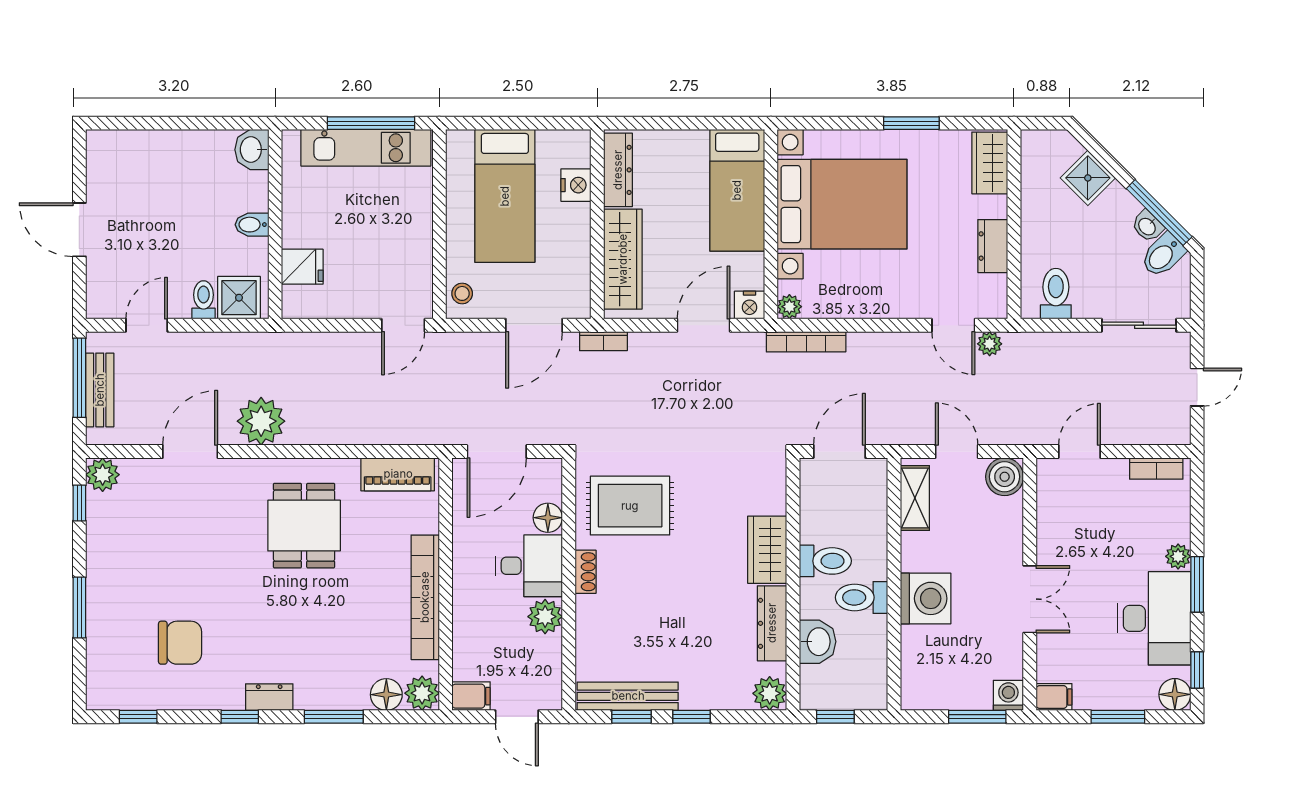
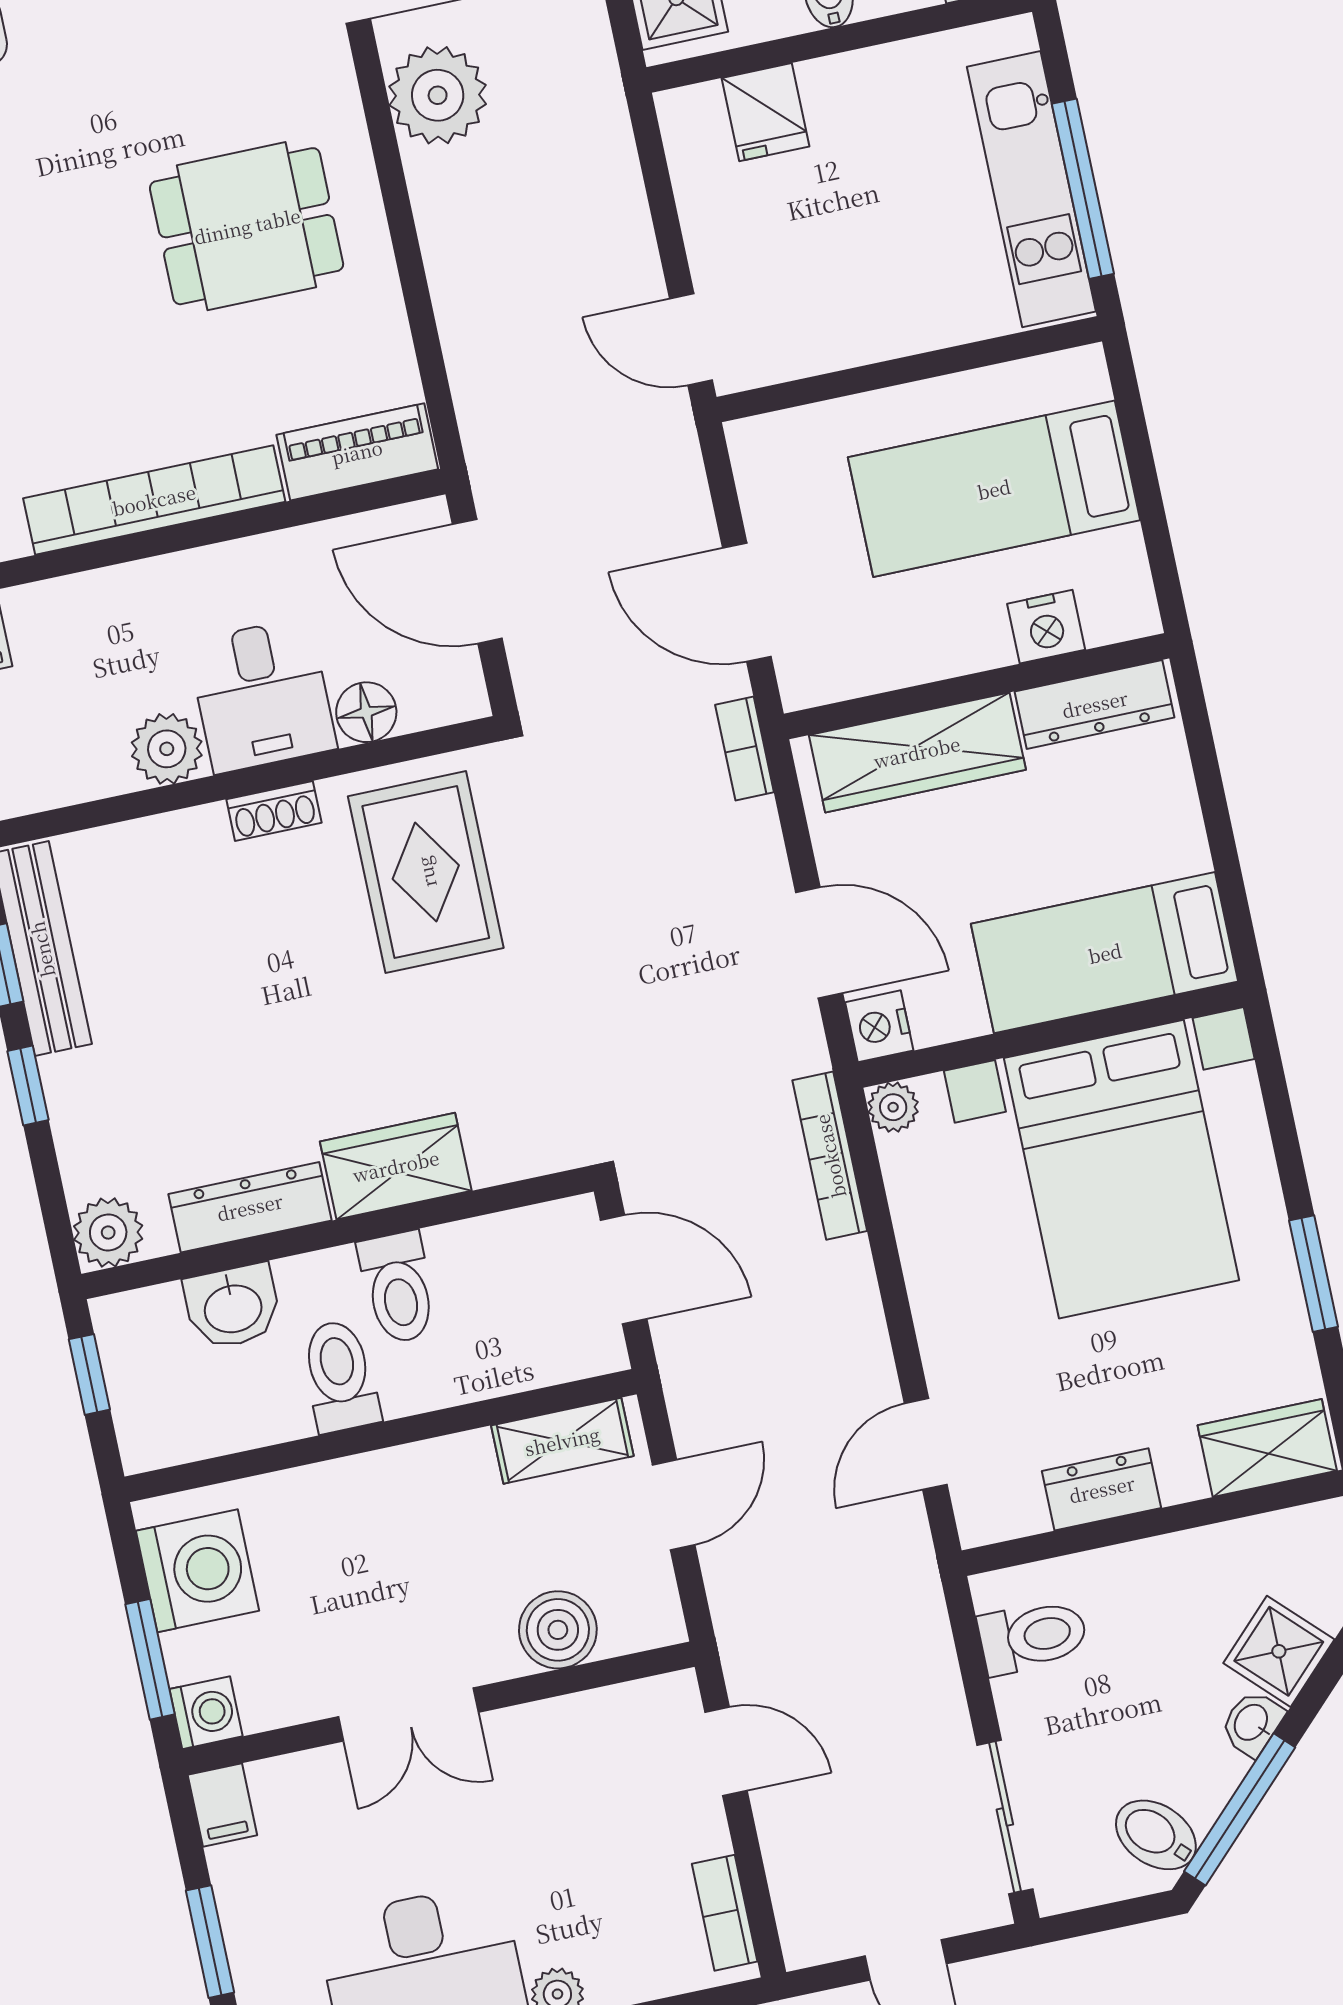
washbasin: (1147, 226) -> (1252, 1723), moved
stool: (462, 293) -> (780, 444), removed
plant: (990, 344) -> (904, 1525), removed
piano: (398, 474) -> (357, 452), moved, turned 90
boiler: (1005, 477) -> (558, 1630), moved
washing machine: (926, 598) -> (198, 1571), moved, turned -90

